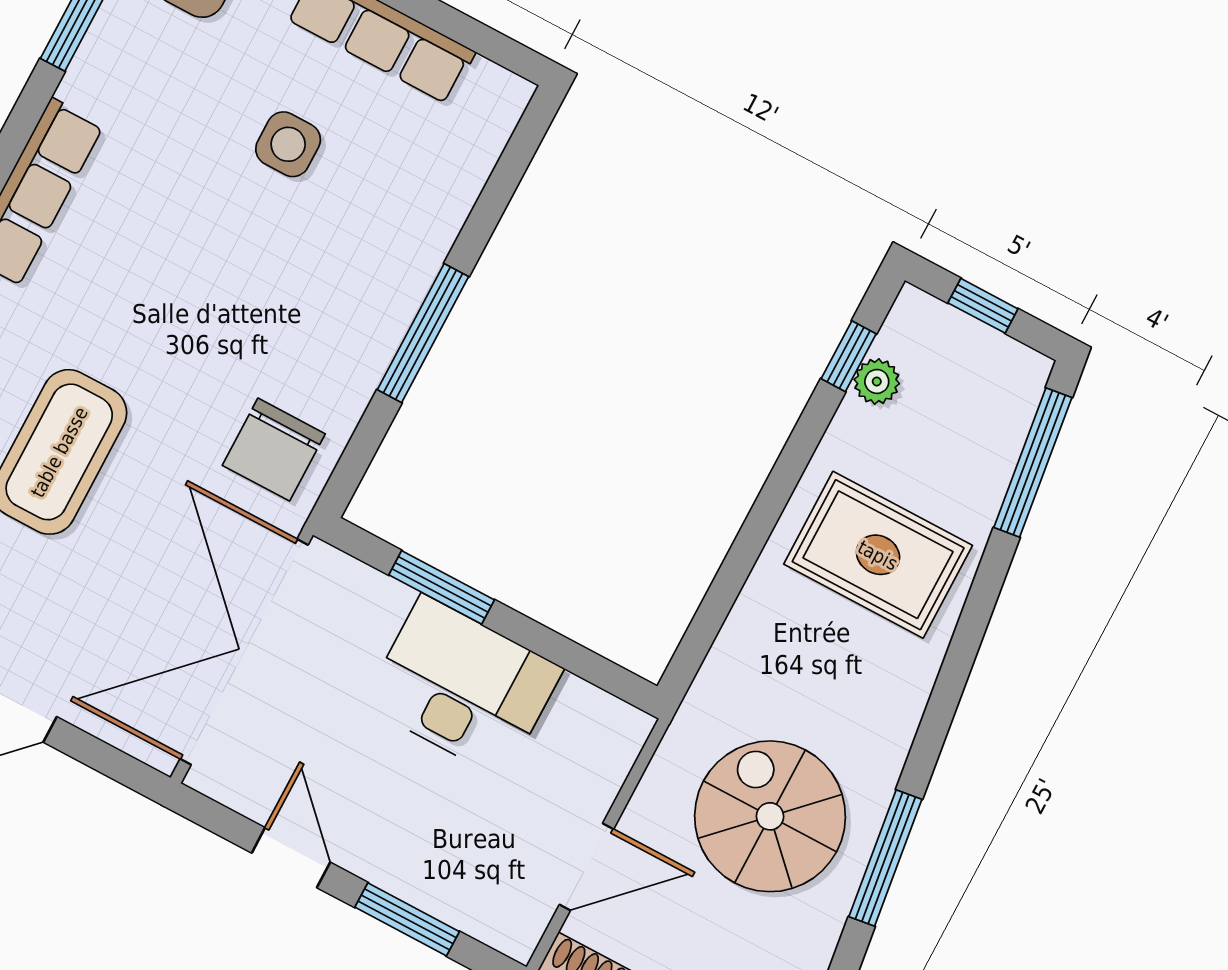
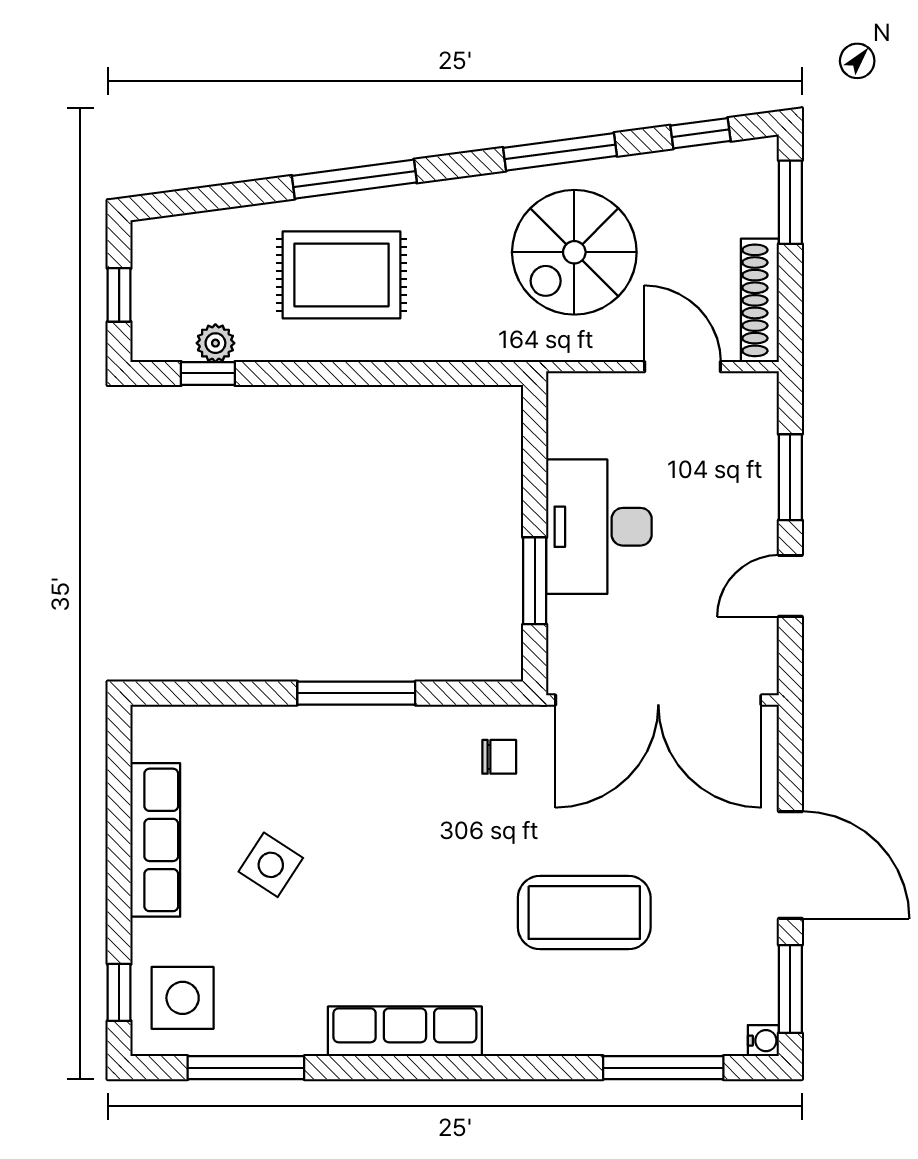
side table: (288, 144) -> (271, 865), turned 33
chair: (274, 450) -> (499, 757), width x0.54, depth x0.54
window: (1033, 463) -> (354, 179), moved
rug: (878, 555) -> (341, 275), turned 90

